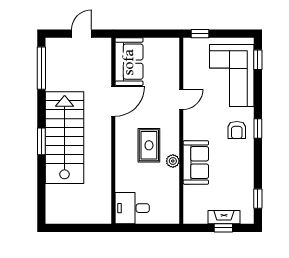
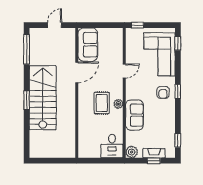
plant: (173, 161) -> (118, 104), moved
desk: (132, 208) -> (112, 146), moved, turned -90
plant: (192, 215) -> (132, 152), added

